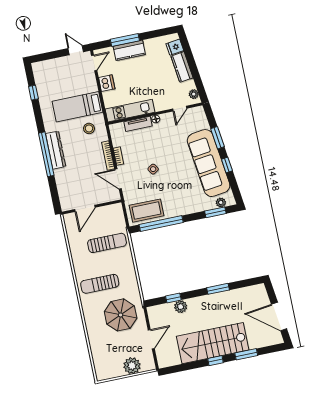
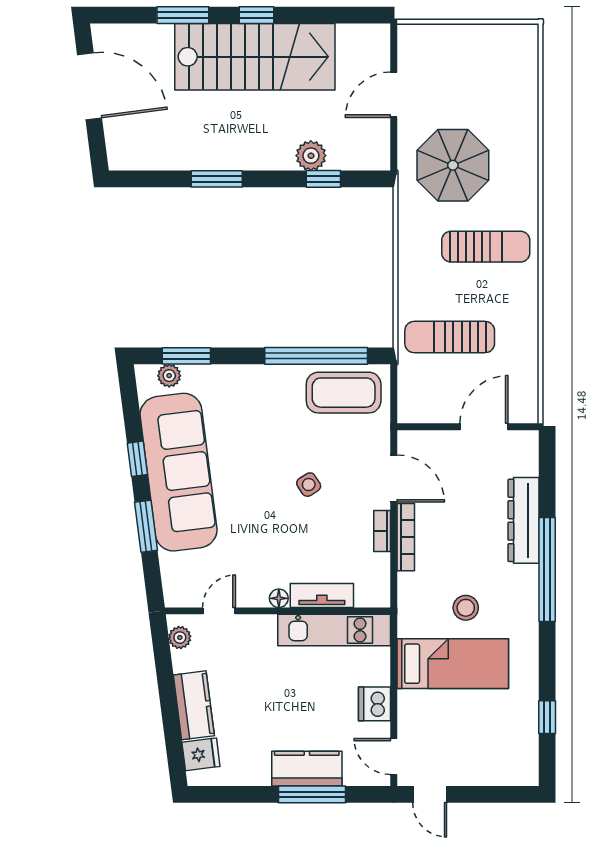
door: (94, 63) -> (394, 756), hinge flipped
stool: (89, 128) -> (466, 608), moved
dresser: (56, 150) -> (524, 520), moved
plant: (132, 366) -> (451, 43), removed

